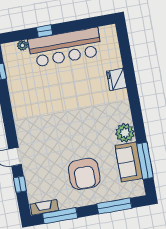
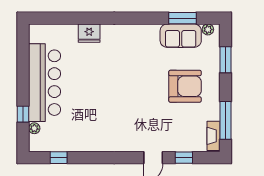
window: (45, 31) -> (23, 114), moved
plant: (125, 133) -> (208, 29), moved, width x0.53, depth x0.53
window: (145, 161) -> (183, 18), width x0.69
window: (114, 206) -> (226, 60), width x0.69

